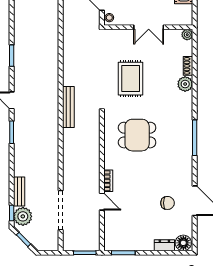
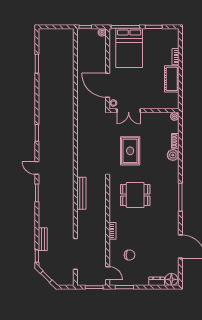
double door: (149, 27) -> (129, 111), moved
bench: (68, 107) -> (81, 193), moved
door: (102, 202) -> (108, 273), moved
chair: (168, 203) -> (130, 255), moved
plant: (23, 216) -> (46, 259), removed

